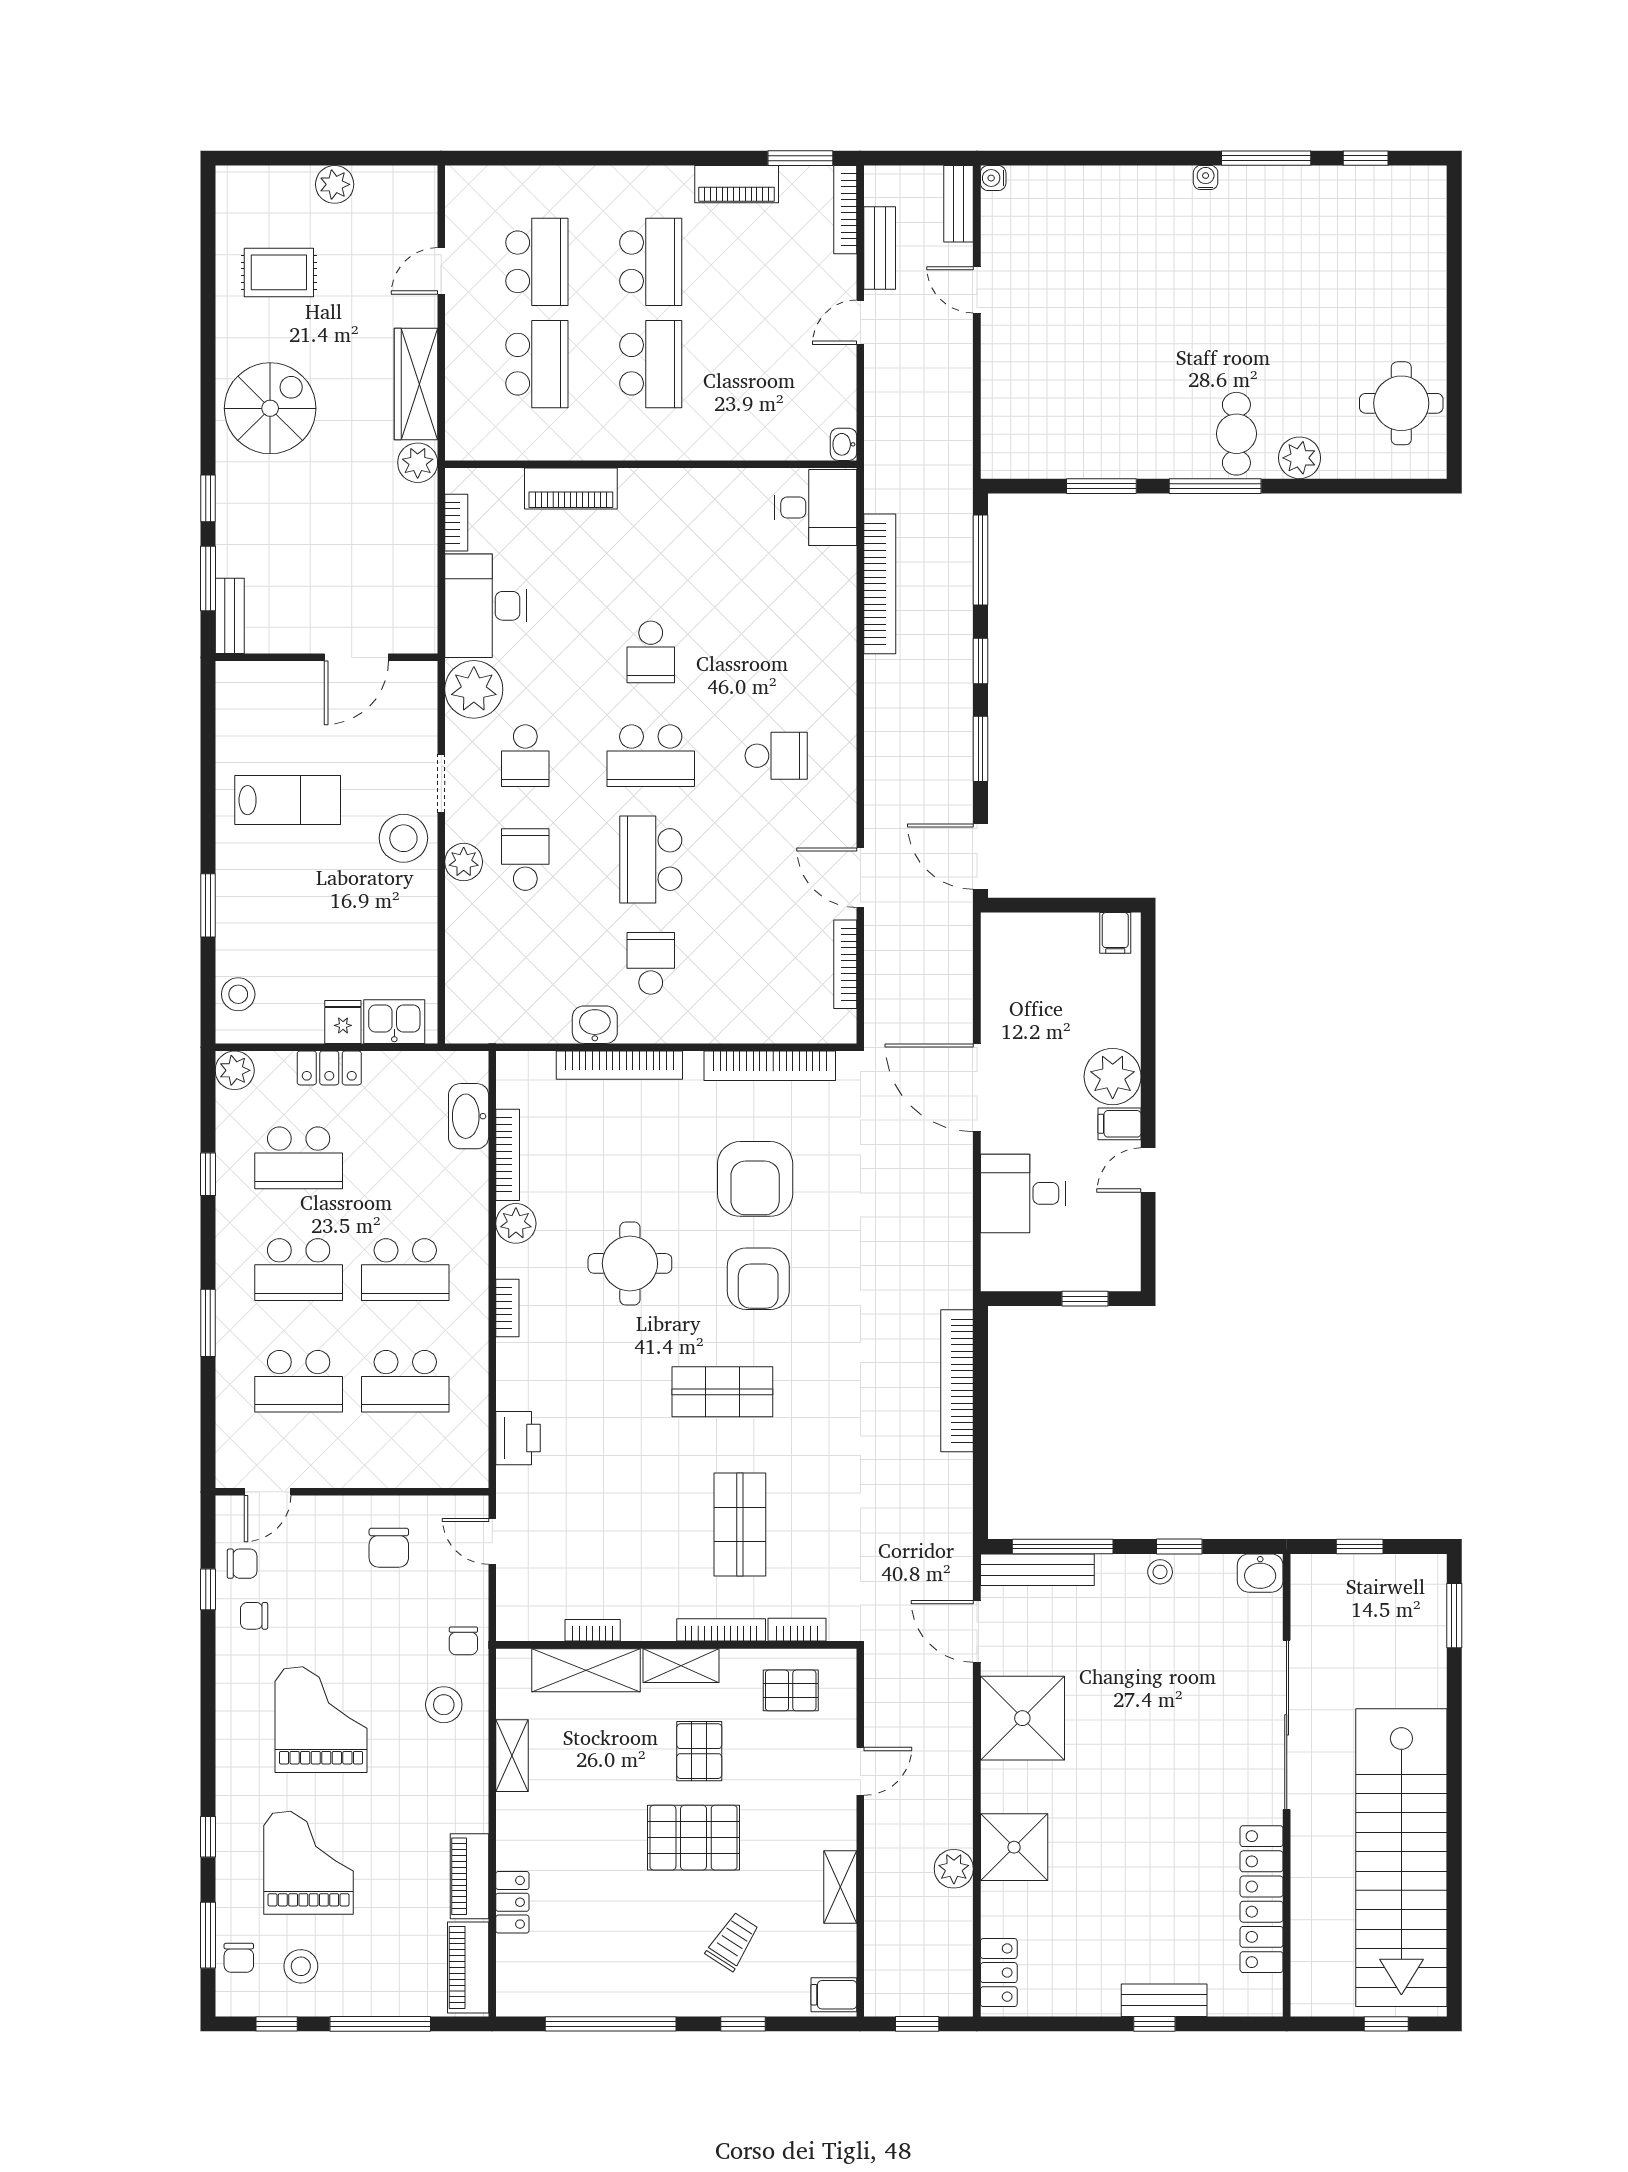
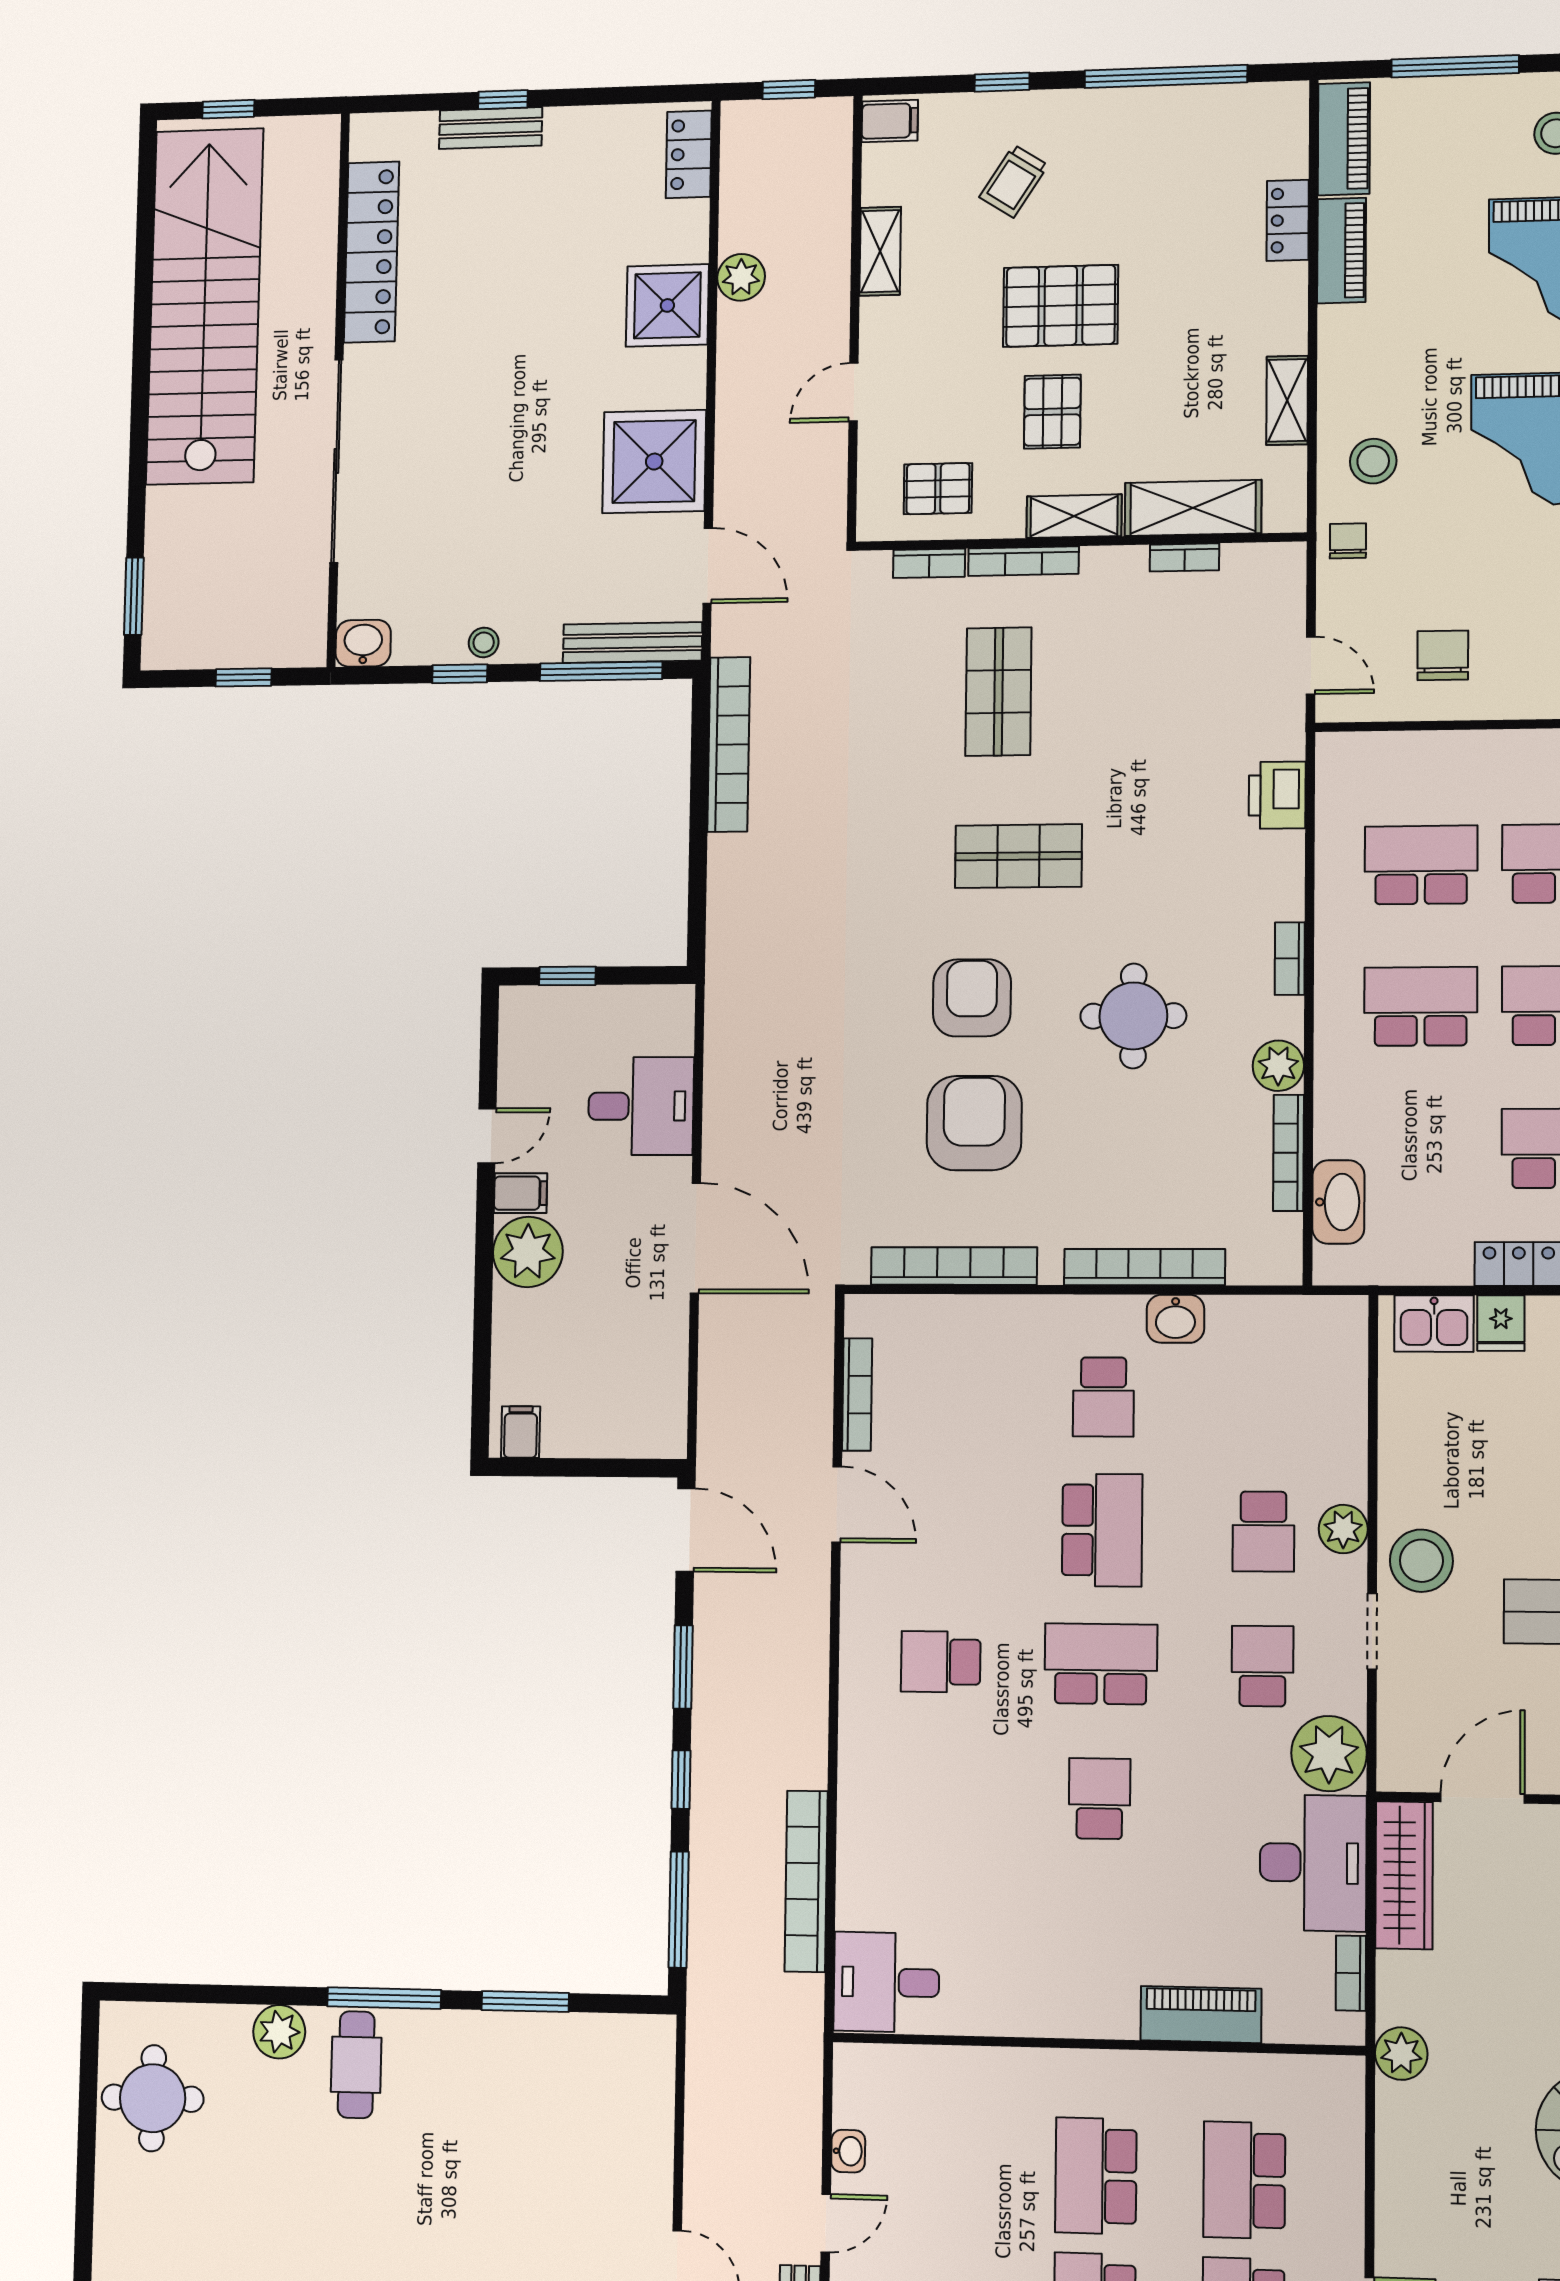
wardrobe: (416, 384) -> (1404, 1875), moved
washbasin: (844, 444) -> (848, 2151), moved
bookcase: (957, 1381) -> (729, 744), moved

